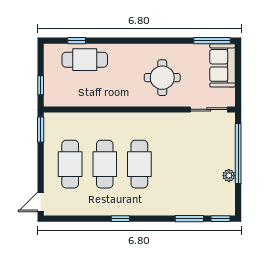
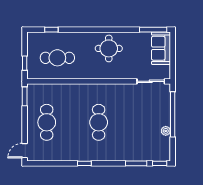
cafe table: (85, 60) -> (57, 58), moved
round table: (162, 78) -> (109, 48), moved
cafe table: (105, 164) -> (73, 122), removed

